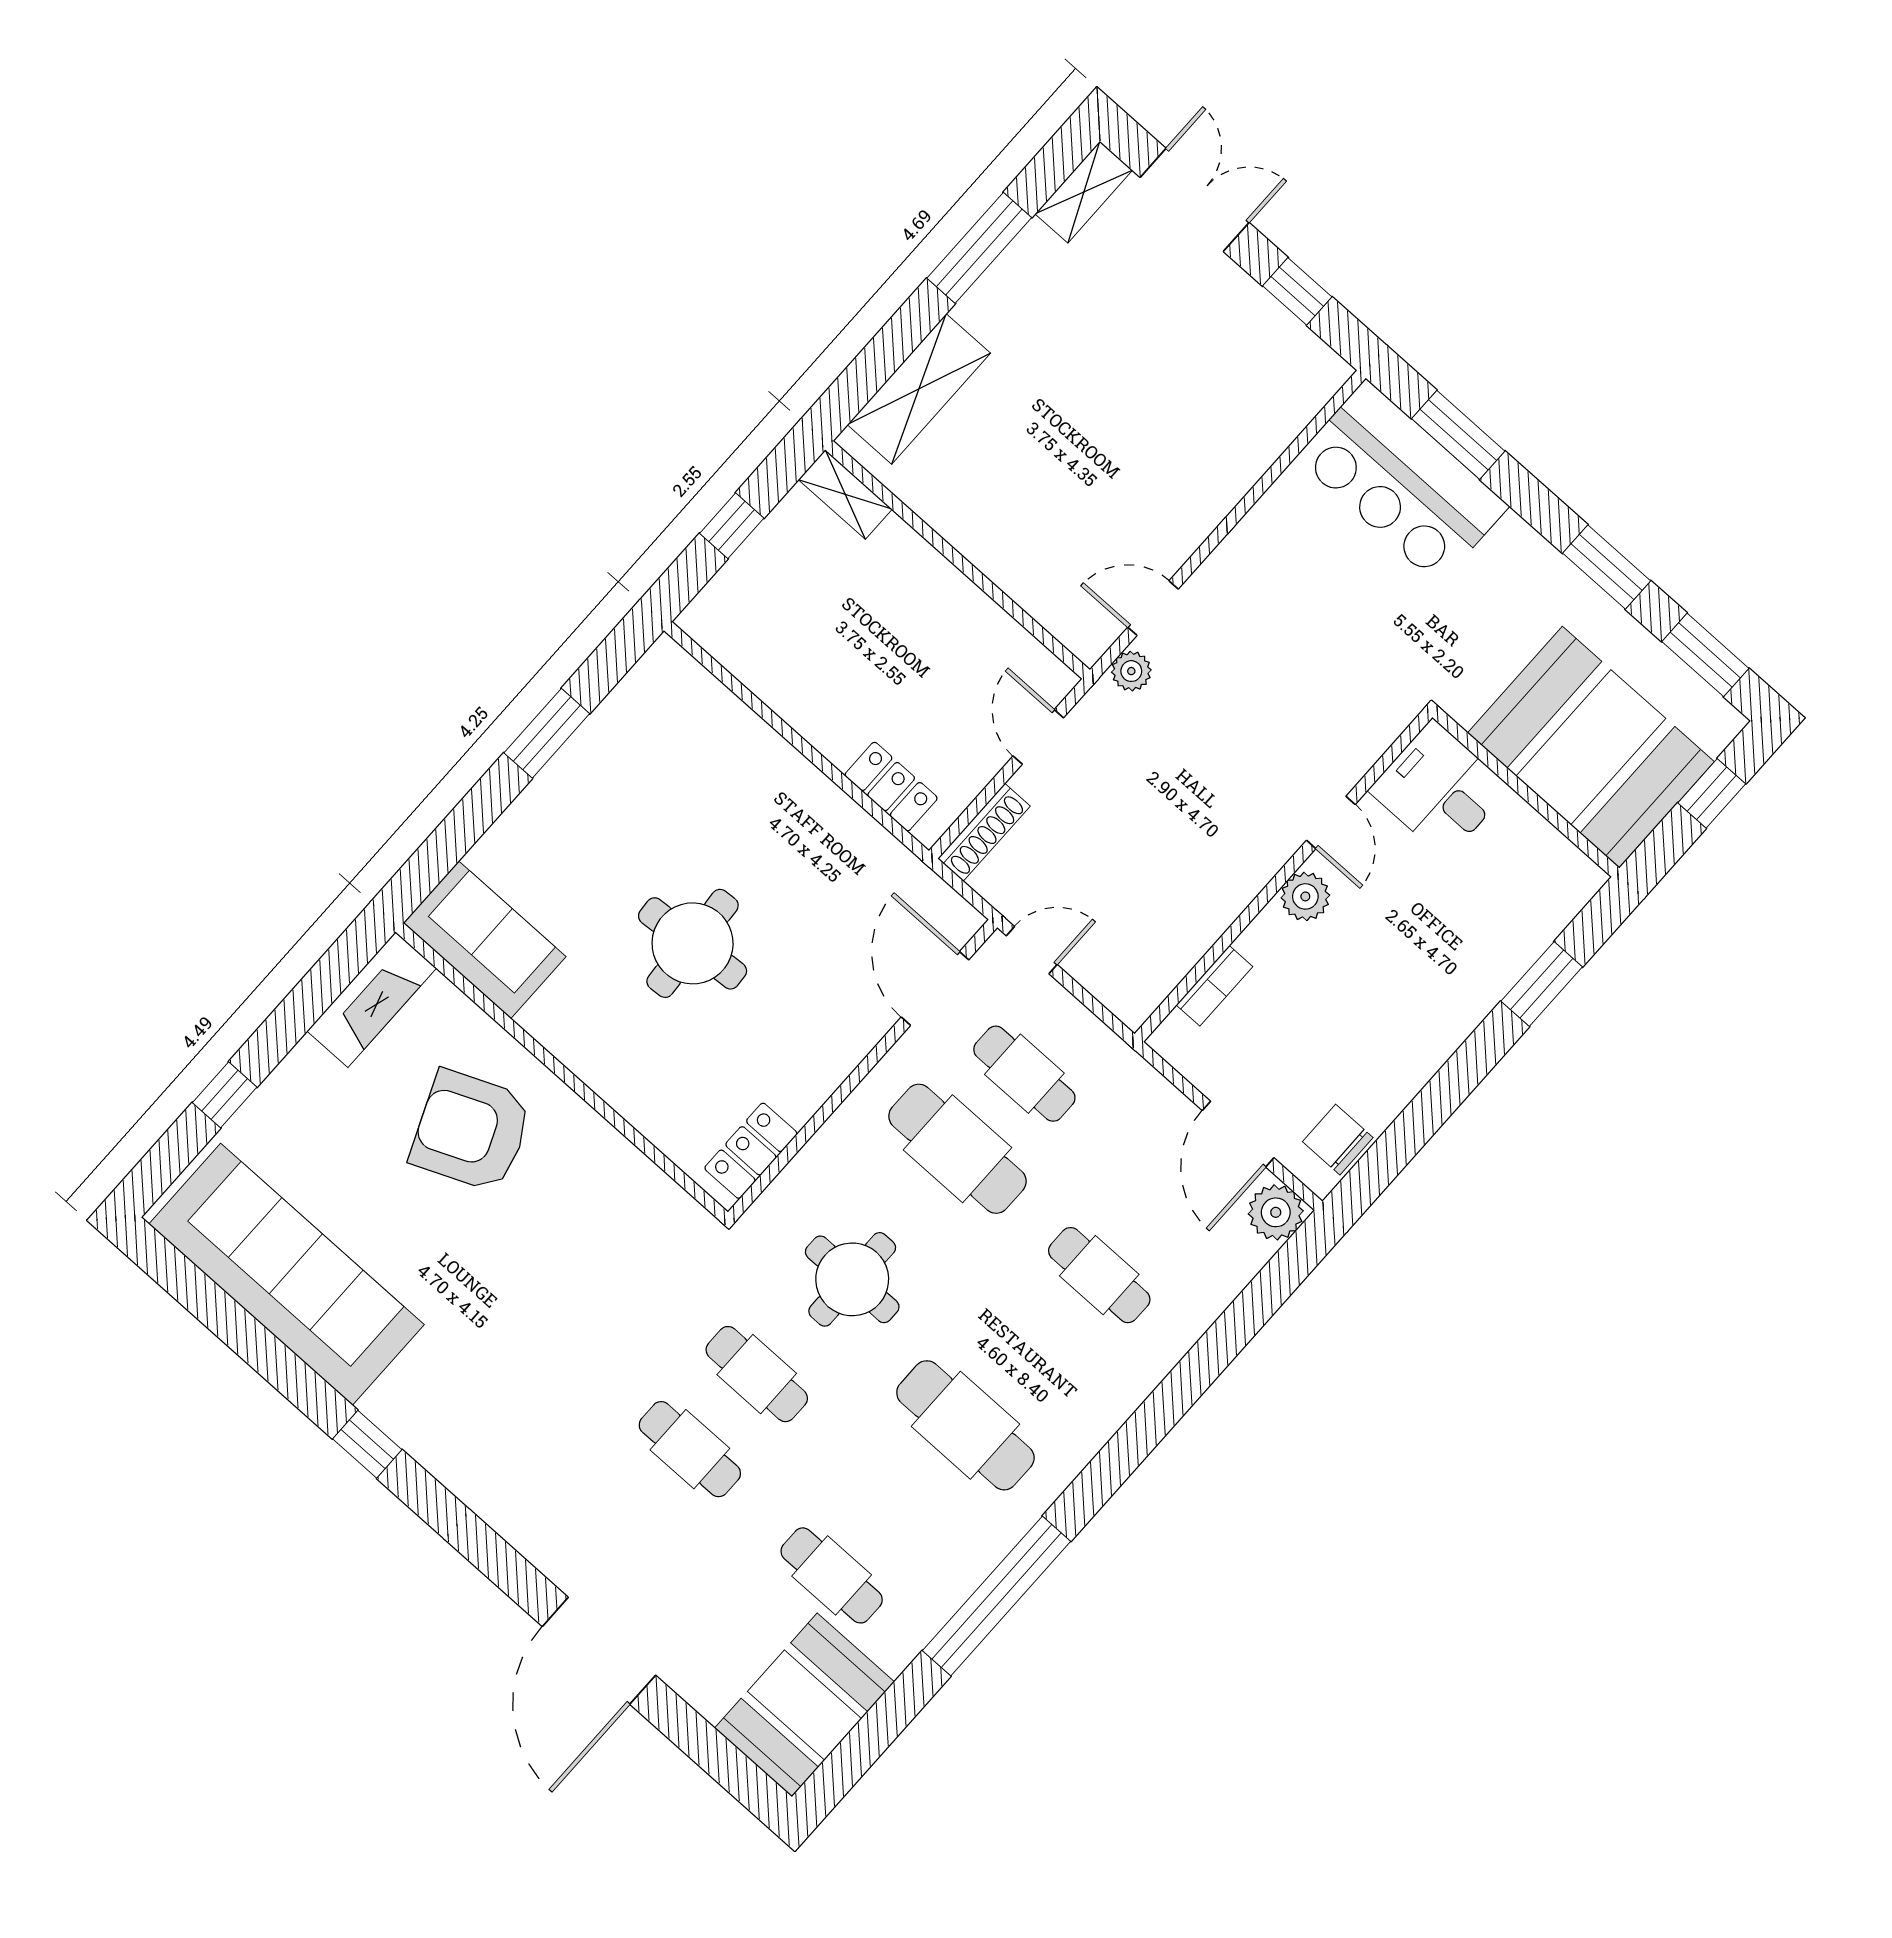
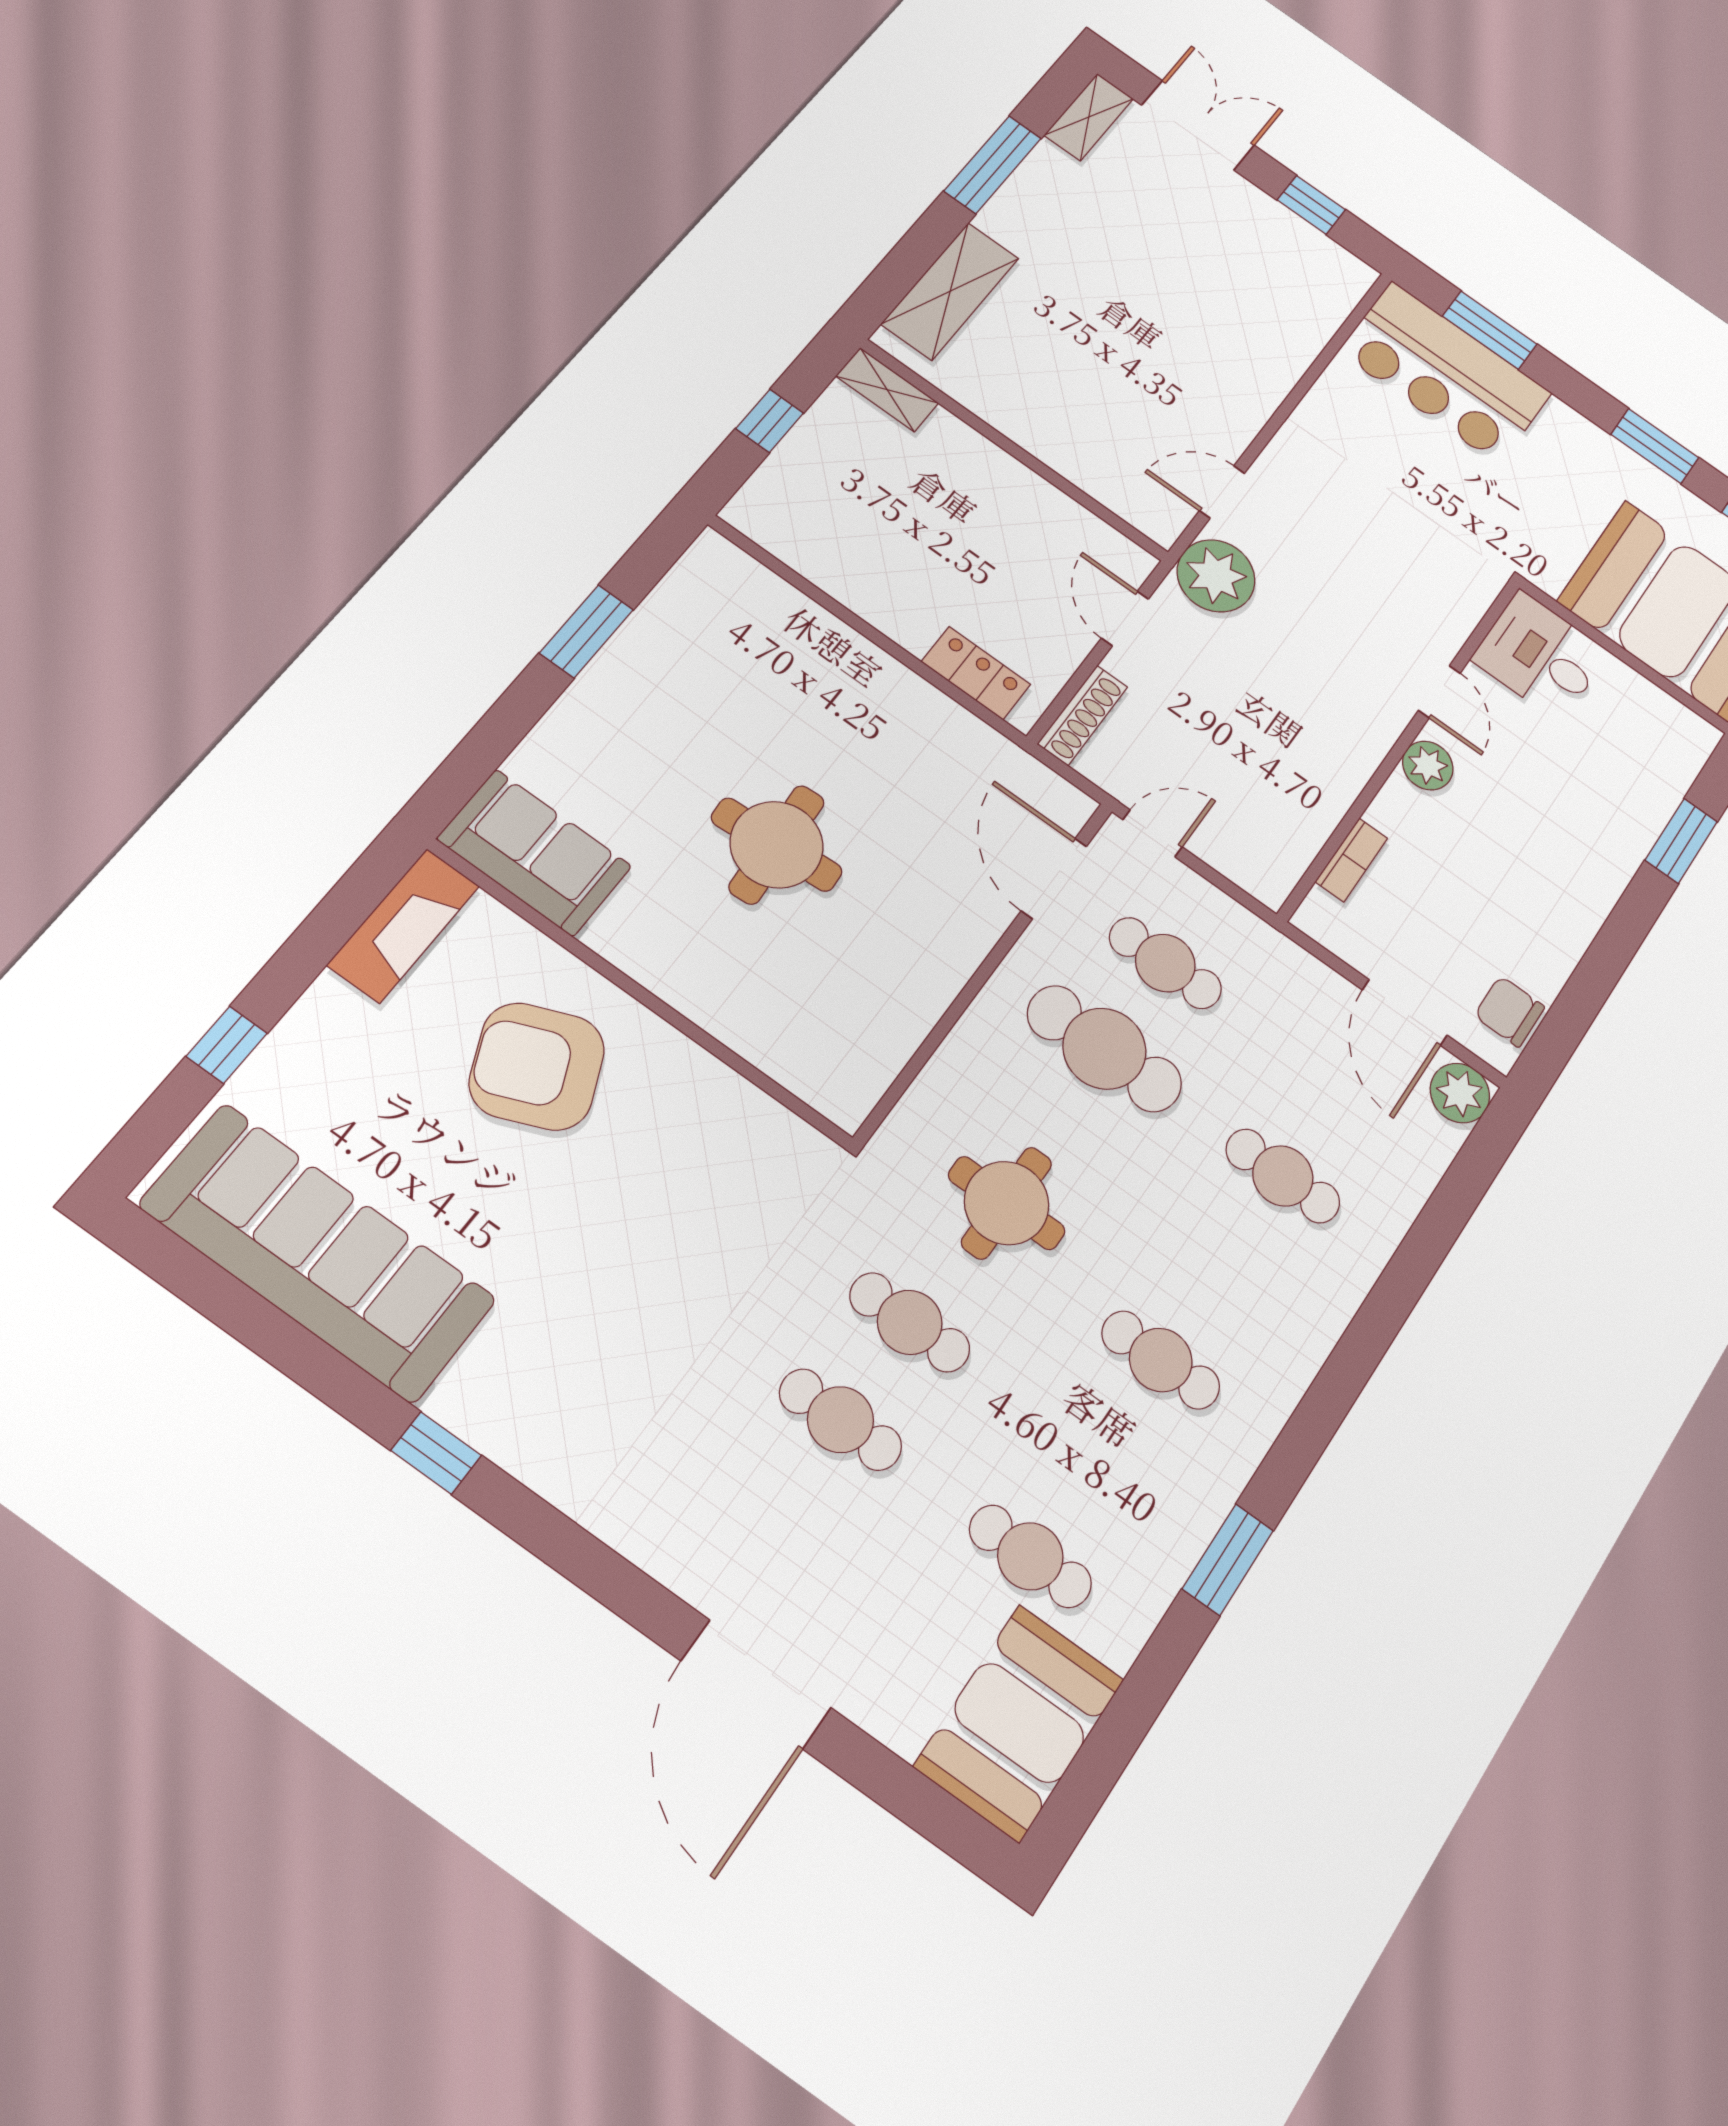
plant: (1131, 671) -> (1216, 576), width x1.88, depth x1.88
locker: (751, 1151) -> (871, 1067), removed
cafe table: (965, 1425) -> (1161, 1360), width x0.73, depth x0.74
window: (997, 1596) -> (1228, 1560), width x0.47

